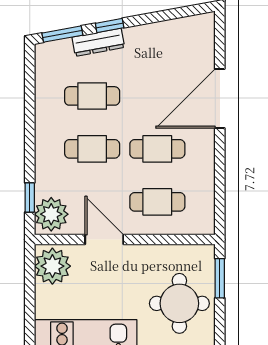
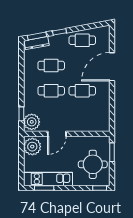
dresser: (98, 42) -> (37, 43), moved
cafe table: (157, 202) -> (82, 40), moved
door: (104, 240) -> (57, 134), swing flipped

